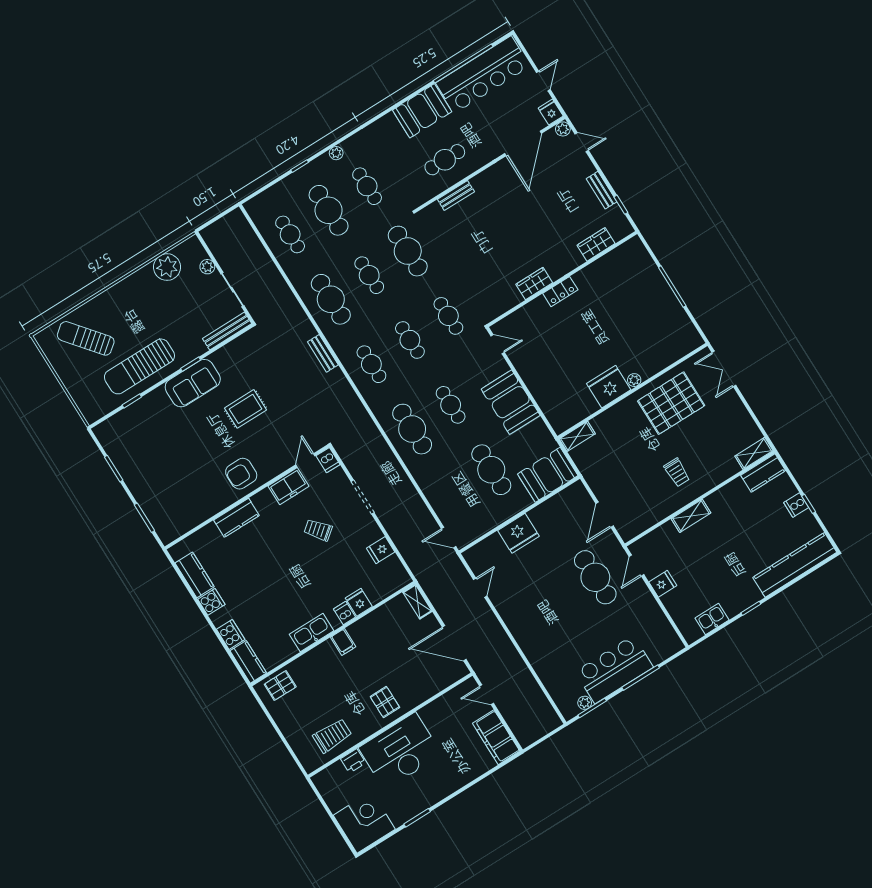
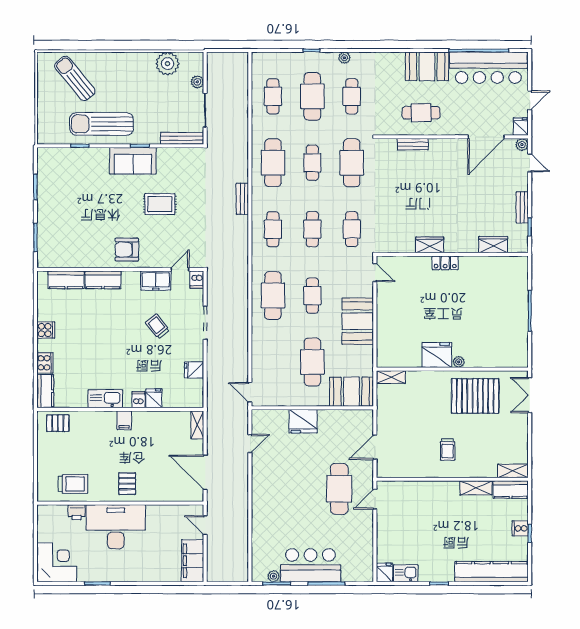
shelving: (691, 516) -> (476, 488), moved
kitchen counter: (195, 575) -> (66, 280), moved, turned 90
fridge: (663, 584) -> (385, 573), moved, turned -90

